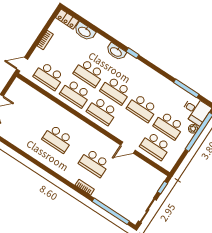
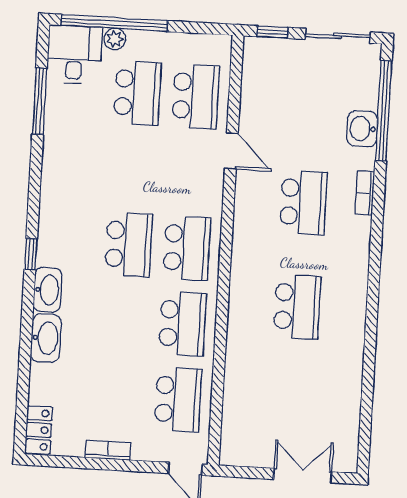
washbasin: (85, 32) -> (46, 338), moved
school desk: (89, 73) -> (124, 320), removed
school desk: (142, 108) -> (133, 169), removed
washbasin: (109, 200) -> (362, 129), added

